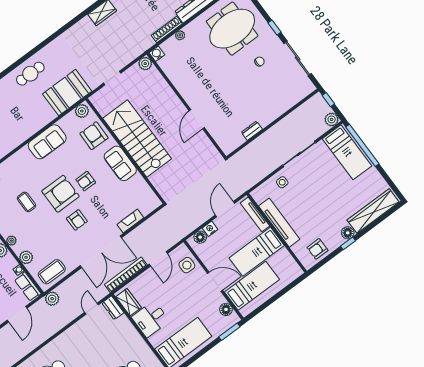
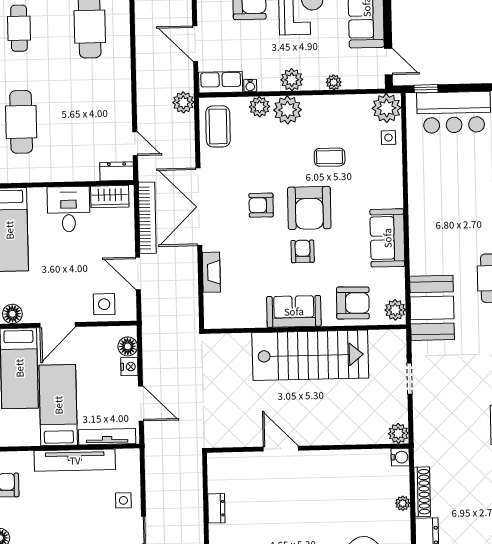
plant: (11, 241) -> (288, 110), width x1.87, depth x1.87

